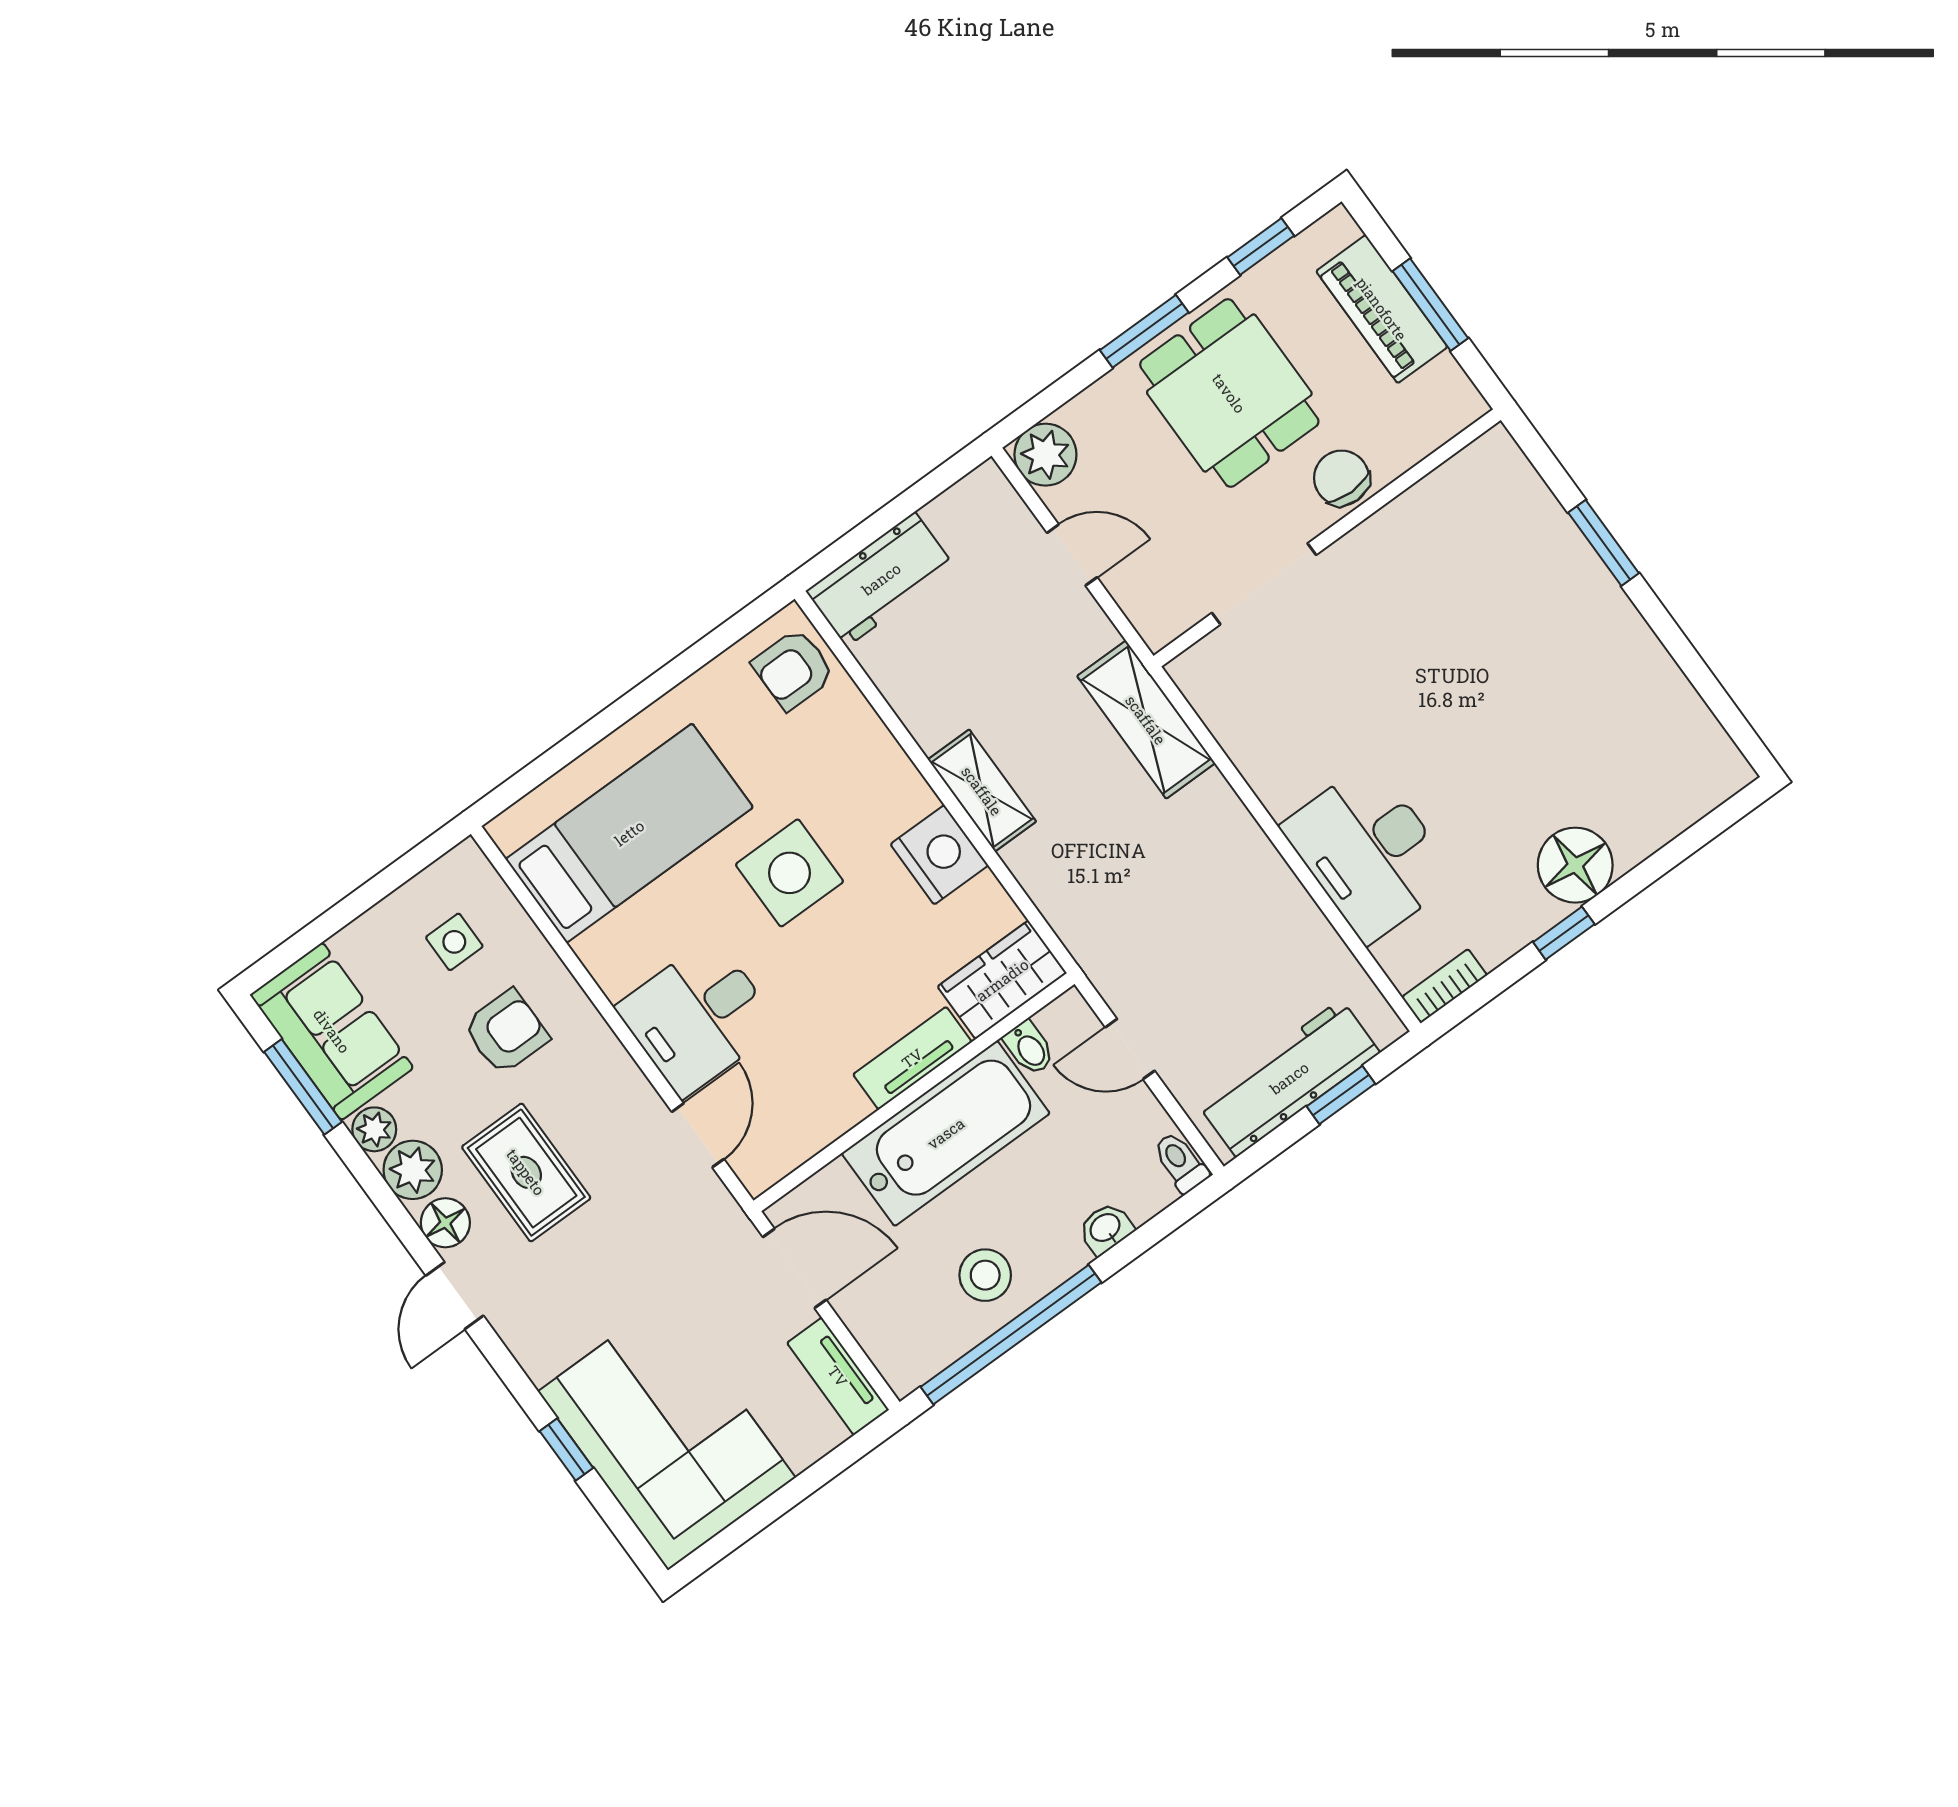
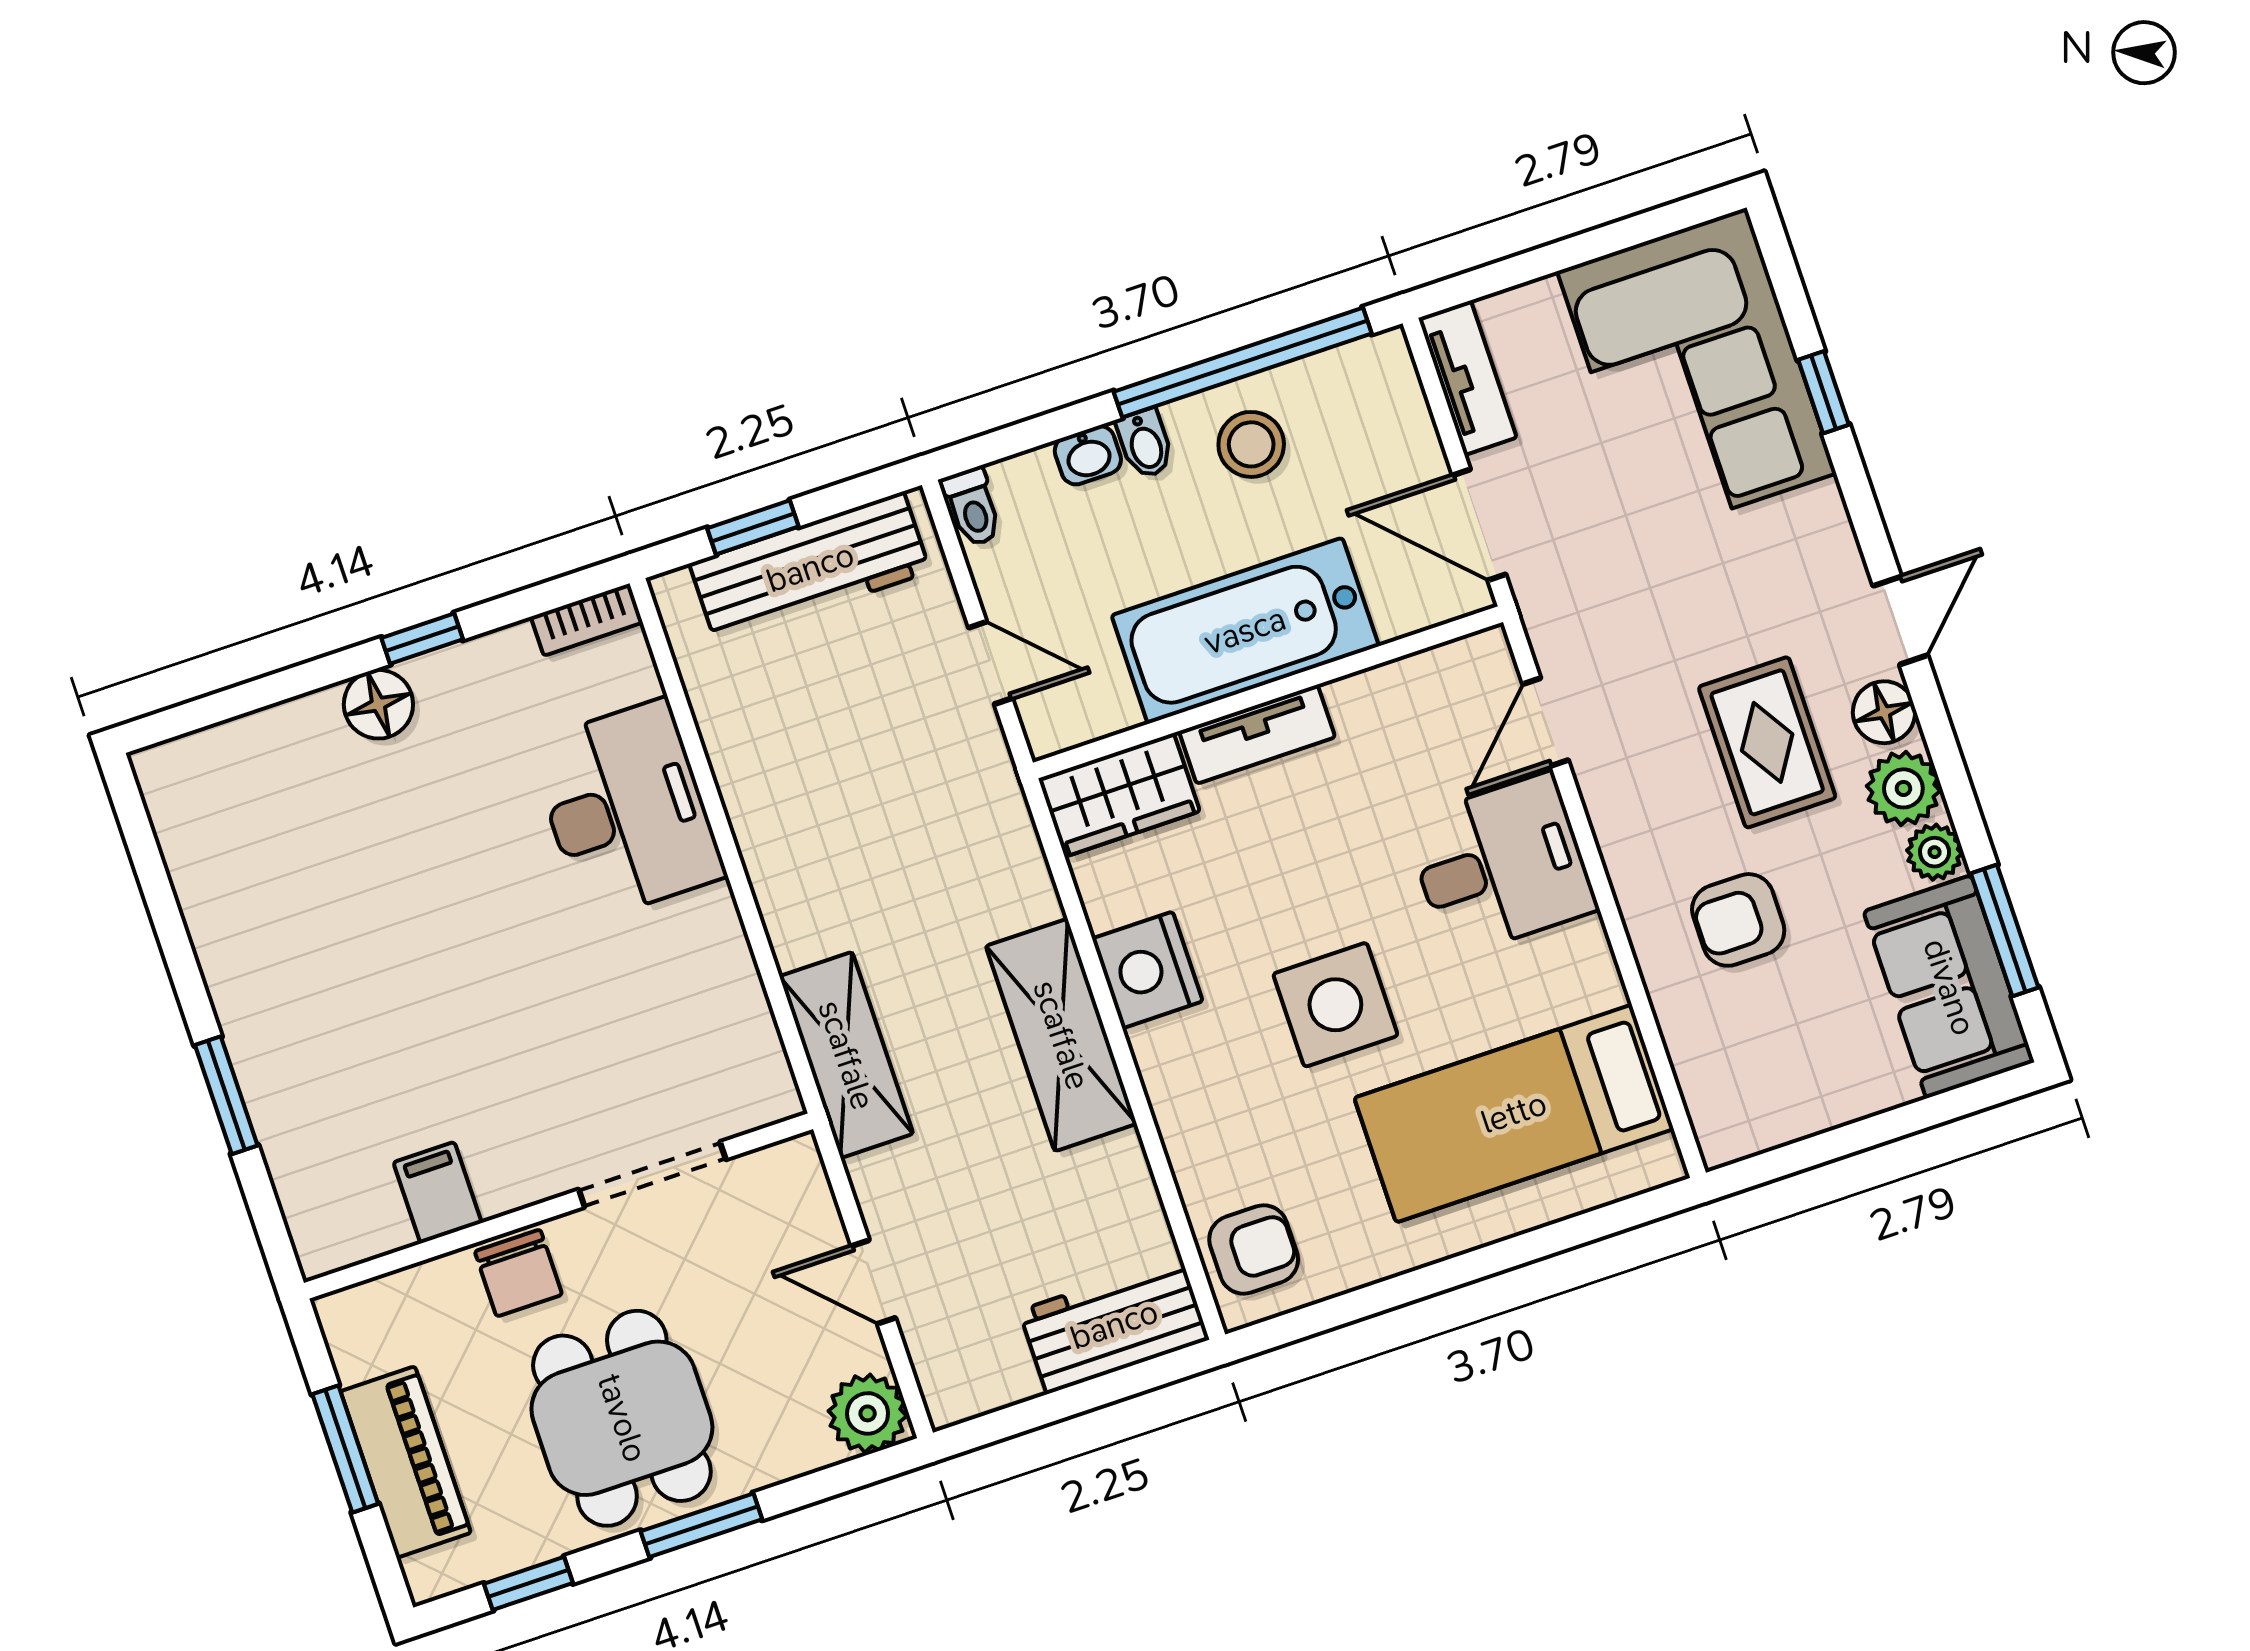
filing cabinet: (1421, 519) -> (438, 1193), added
shelving: (982, 791) -> (1061, 1035), width x1.50, depth x1.33
floor lamp: (1575, 865) -> (378, 704), width x0.73, depth x0.73
side table: (454, 942) -> (1767, 1048), removed
bidet: (1029, 1048) -> (1145, 444), moved, turned 180

